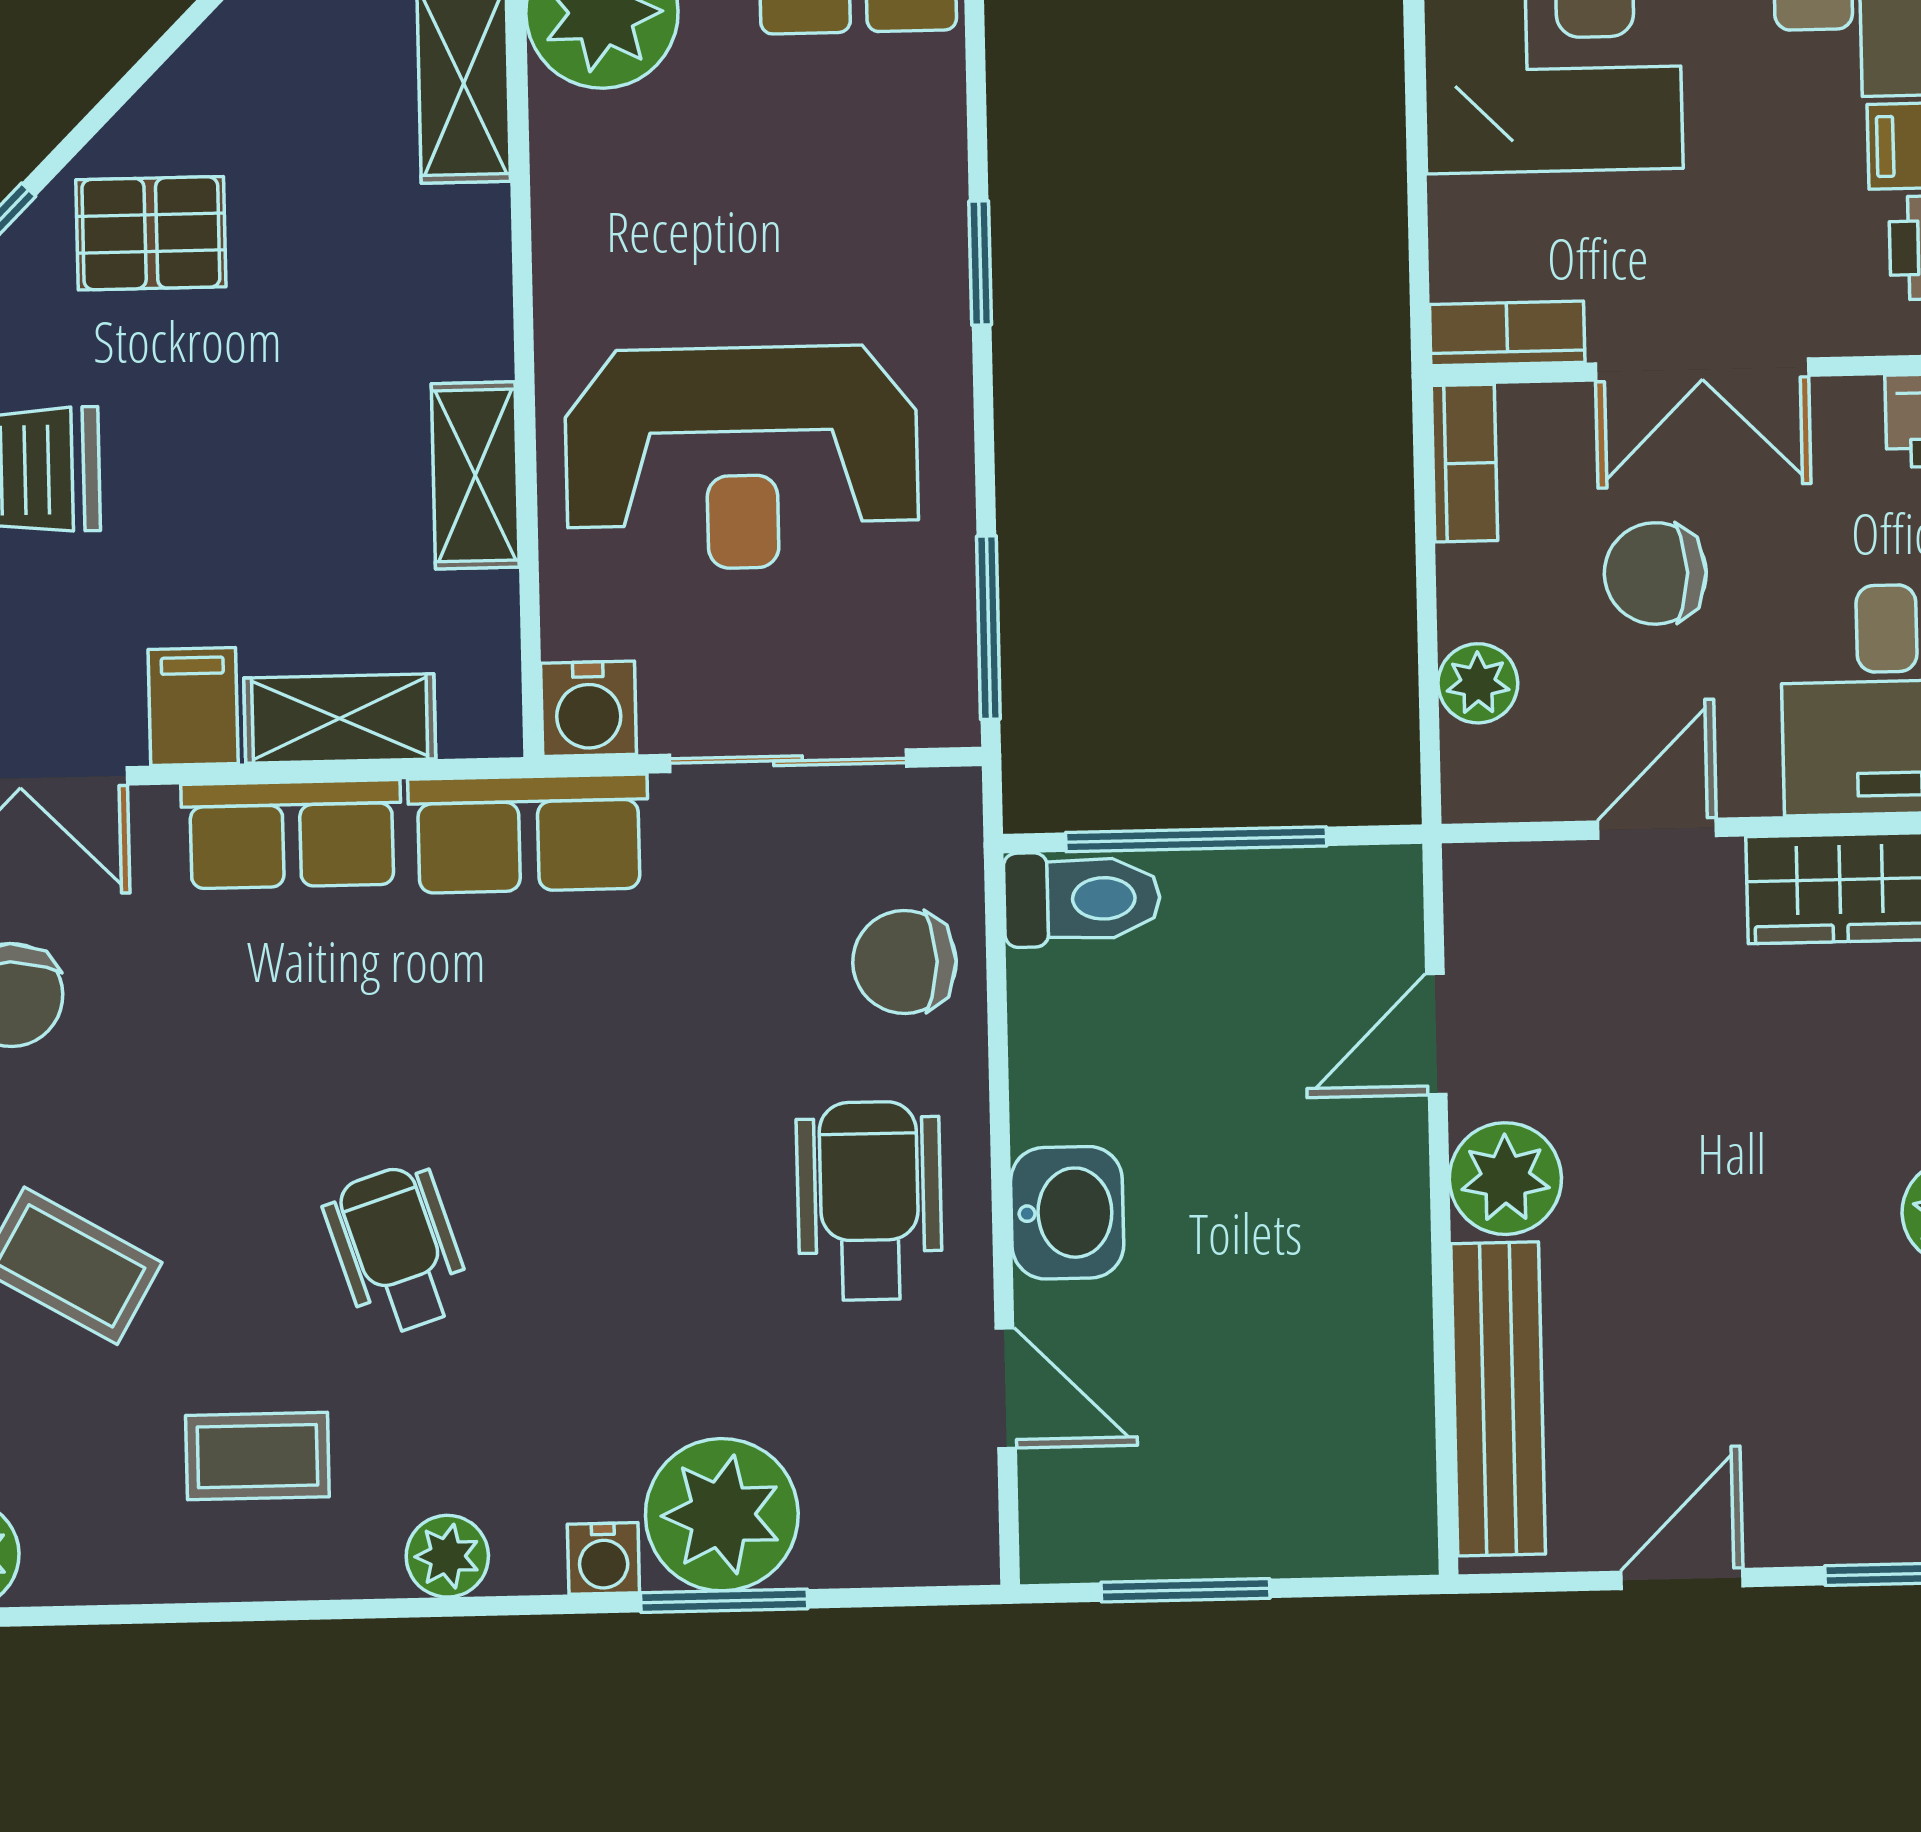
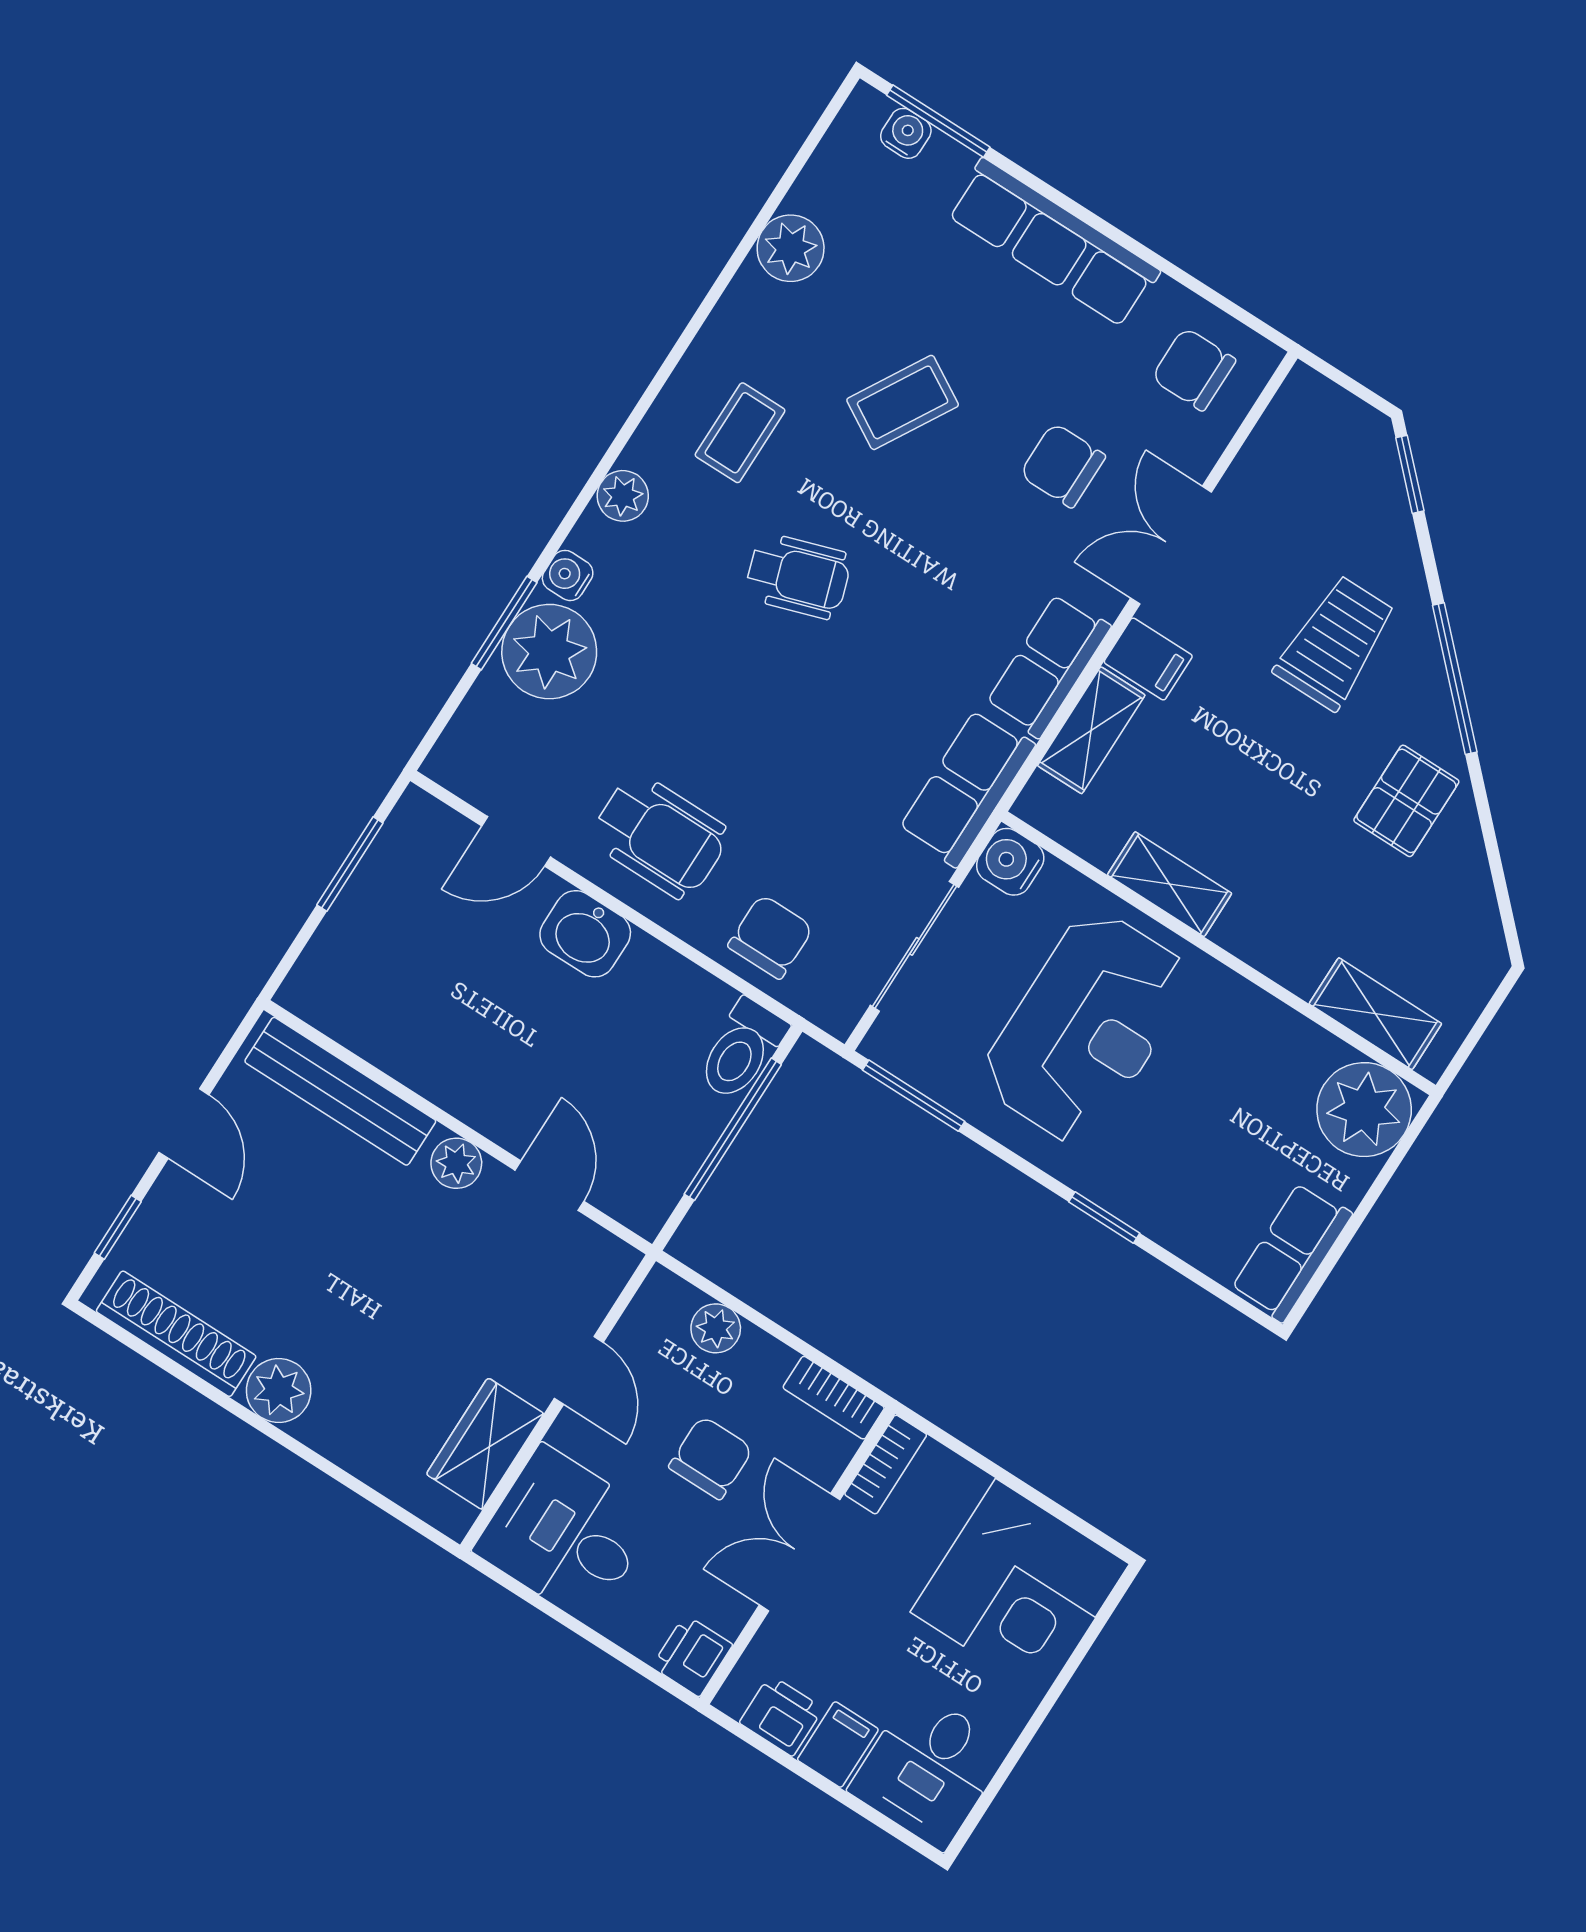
reception desk: (742, 458) -> (1086, 1027), turned 180
plant: (1505, 1179) -> (456, 1163), width x0.73, depth x0.73

